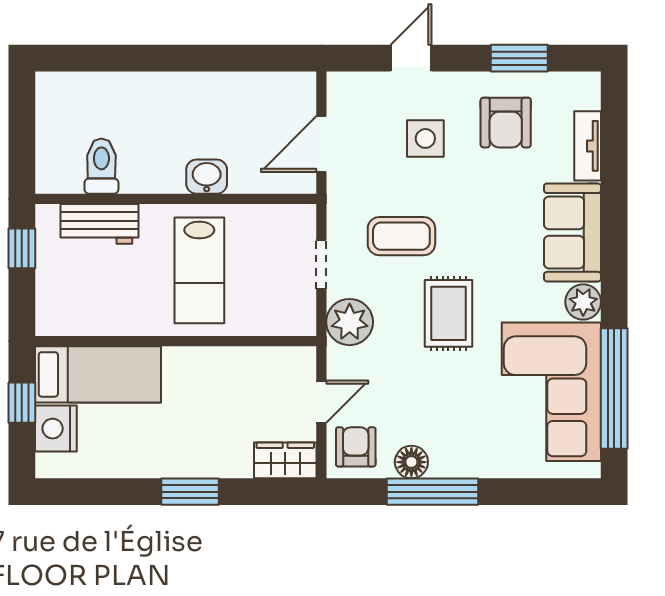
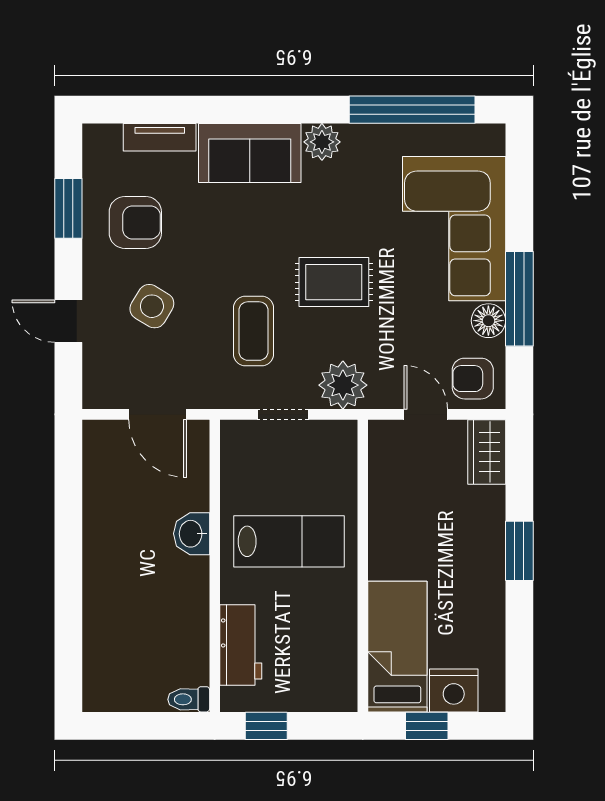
side table: (425, 138) -> (152, 306), turned 31
toilet: (101, 166) -> (189, 699), moved, width x0.73, depth x0.72
corner sofa: (551, 392) -> (454, 229), moved, turned 90

